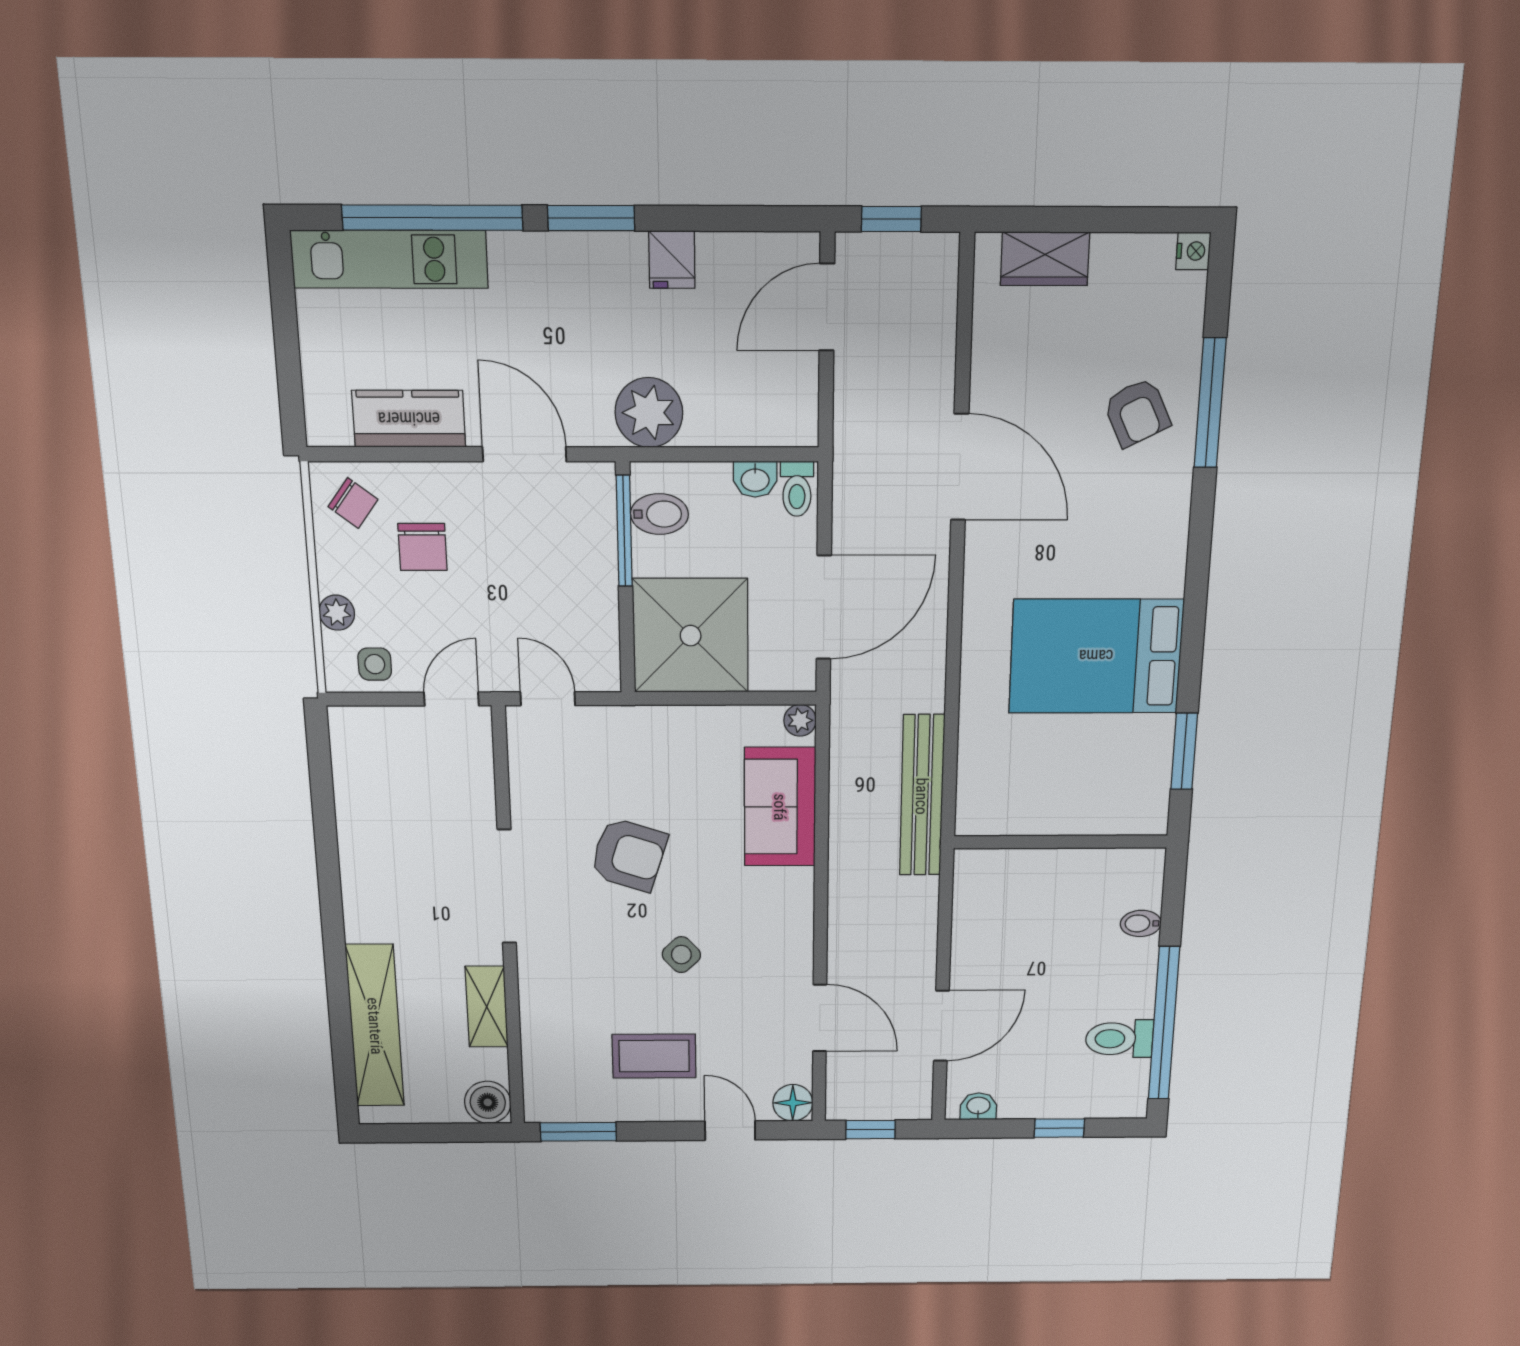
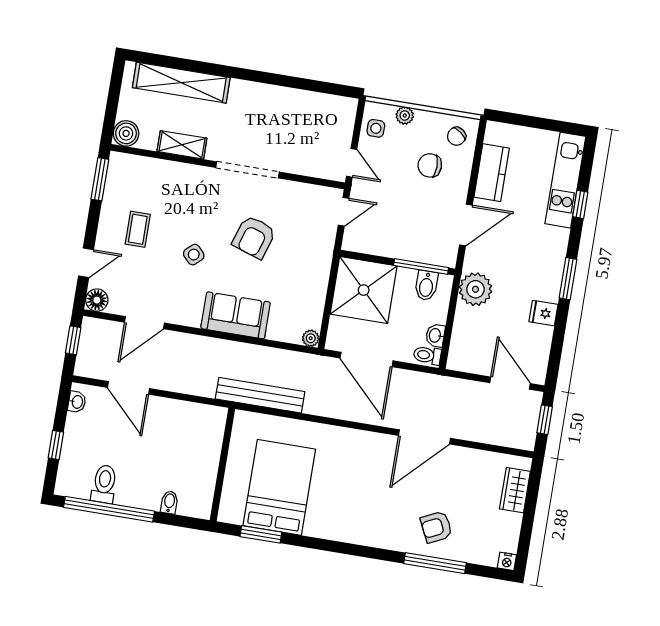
window: (432, 218) -> (580, 204), width x0.32
bed: (1096, 656) -> (279, 487), moved
sofa: (780, 807) -> (236, 315), moved
coffee table: (654, 1056) -> (138, 229), width x0.73, depth x0.77

